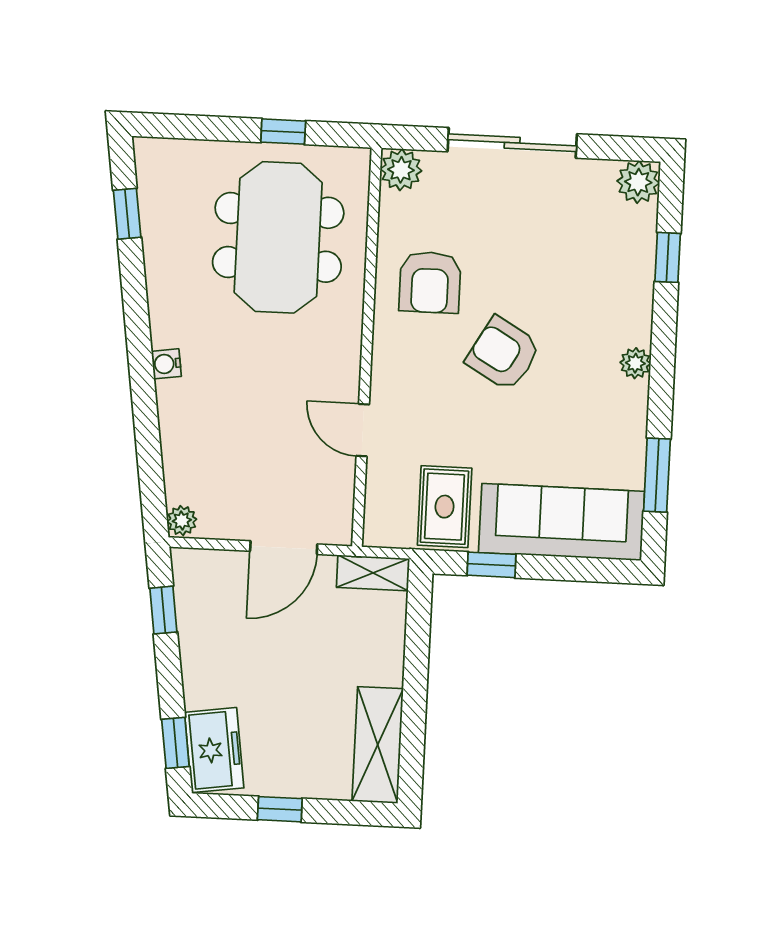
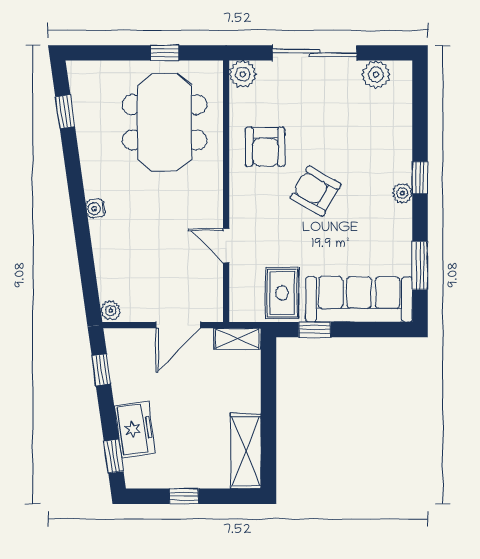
plant: (638, 182) -> (376, 75), moved
window: (668, 257) -> (420, 178), moved
freezer: (214, 750) -> (135, 429), moved

